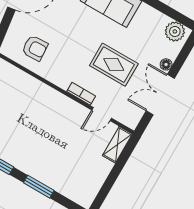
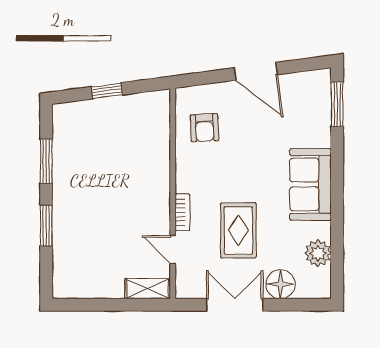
plant: (175, 31) -> (318, 253), moved
floor lamp: (166, 64) -> (281, 284), width x1.89, depth x1.89

